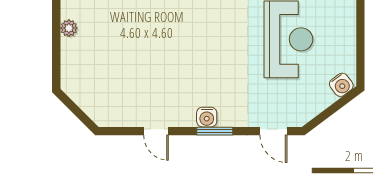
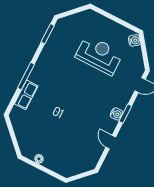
door: (156, 131) -> (111, 142), swing flipped

